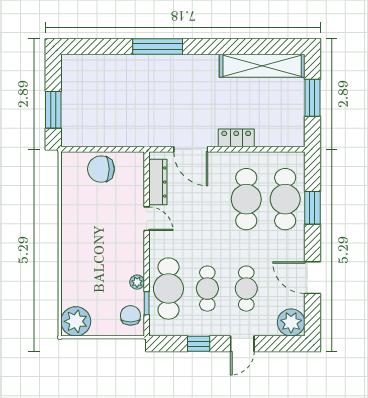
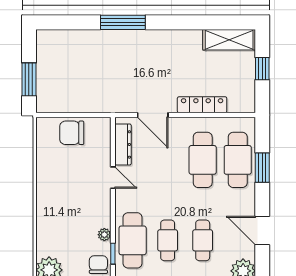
shelving: (262, 66) -> (229, 40), width x0.68
window: (312, 98) -> (262, 69), width x0.67
locker: (236, 138) -> (202, 105), width x1.53

